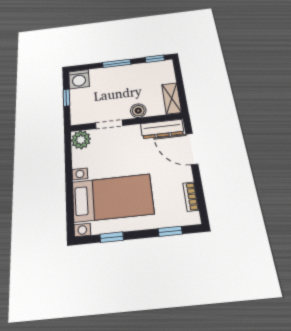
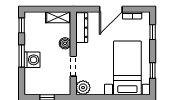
washing machine: (79, 79) -> (32, 60), moved
door: (192, 149) -> (111, 9), moved

